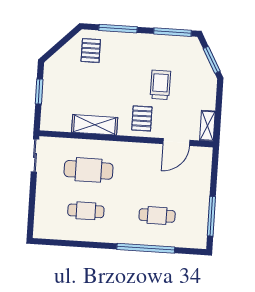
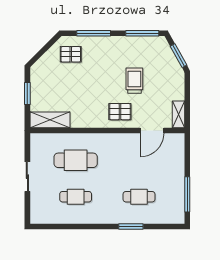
pallet: (91, 51) -> (71, 54), turned 90
pallet: (142, 118) -> (120, 112), turned 90
shelving: (95, 125) -> (50, 120), moved
sliding door: (35, 155) -> (27, 177), moved
window: (146, 248) -> (131, 226), width x0.47

